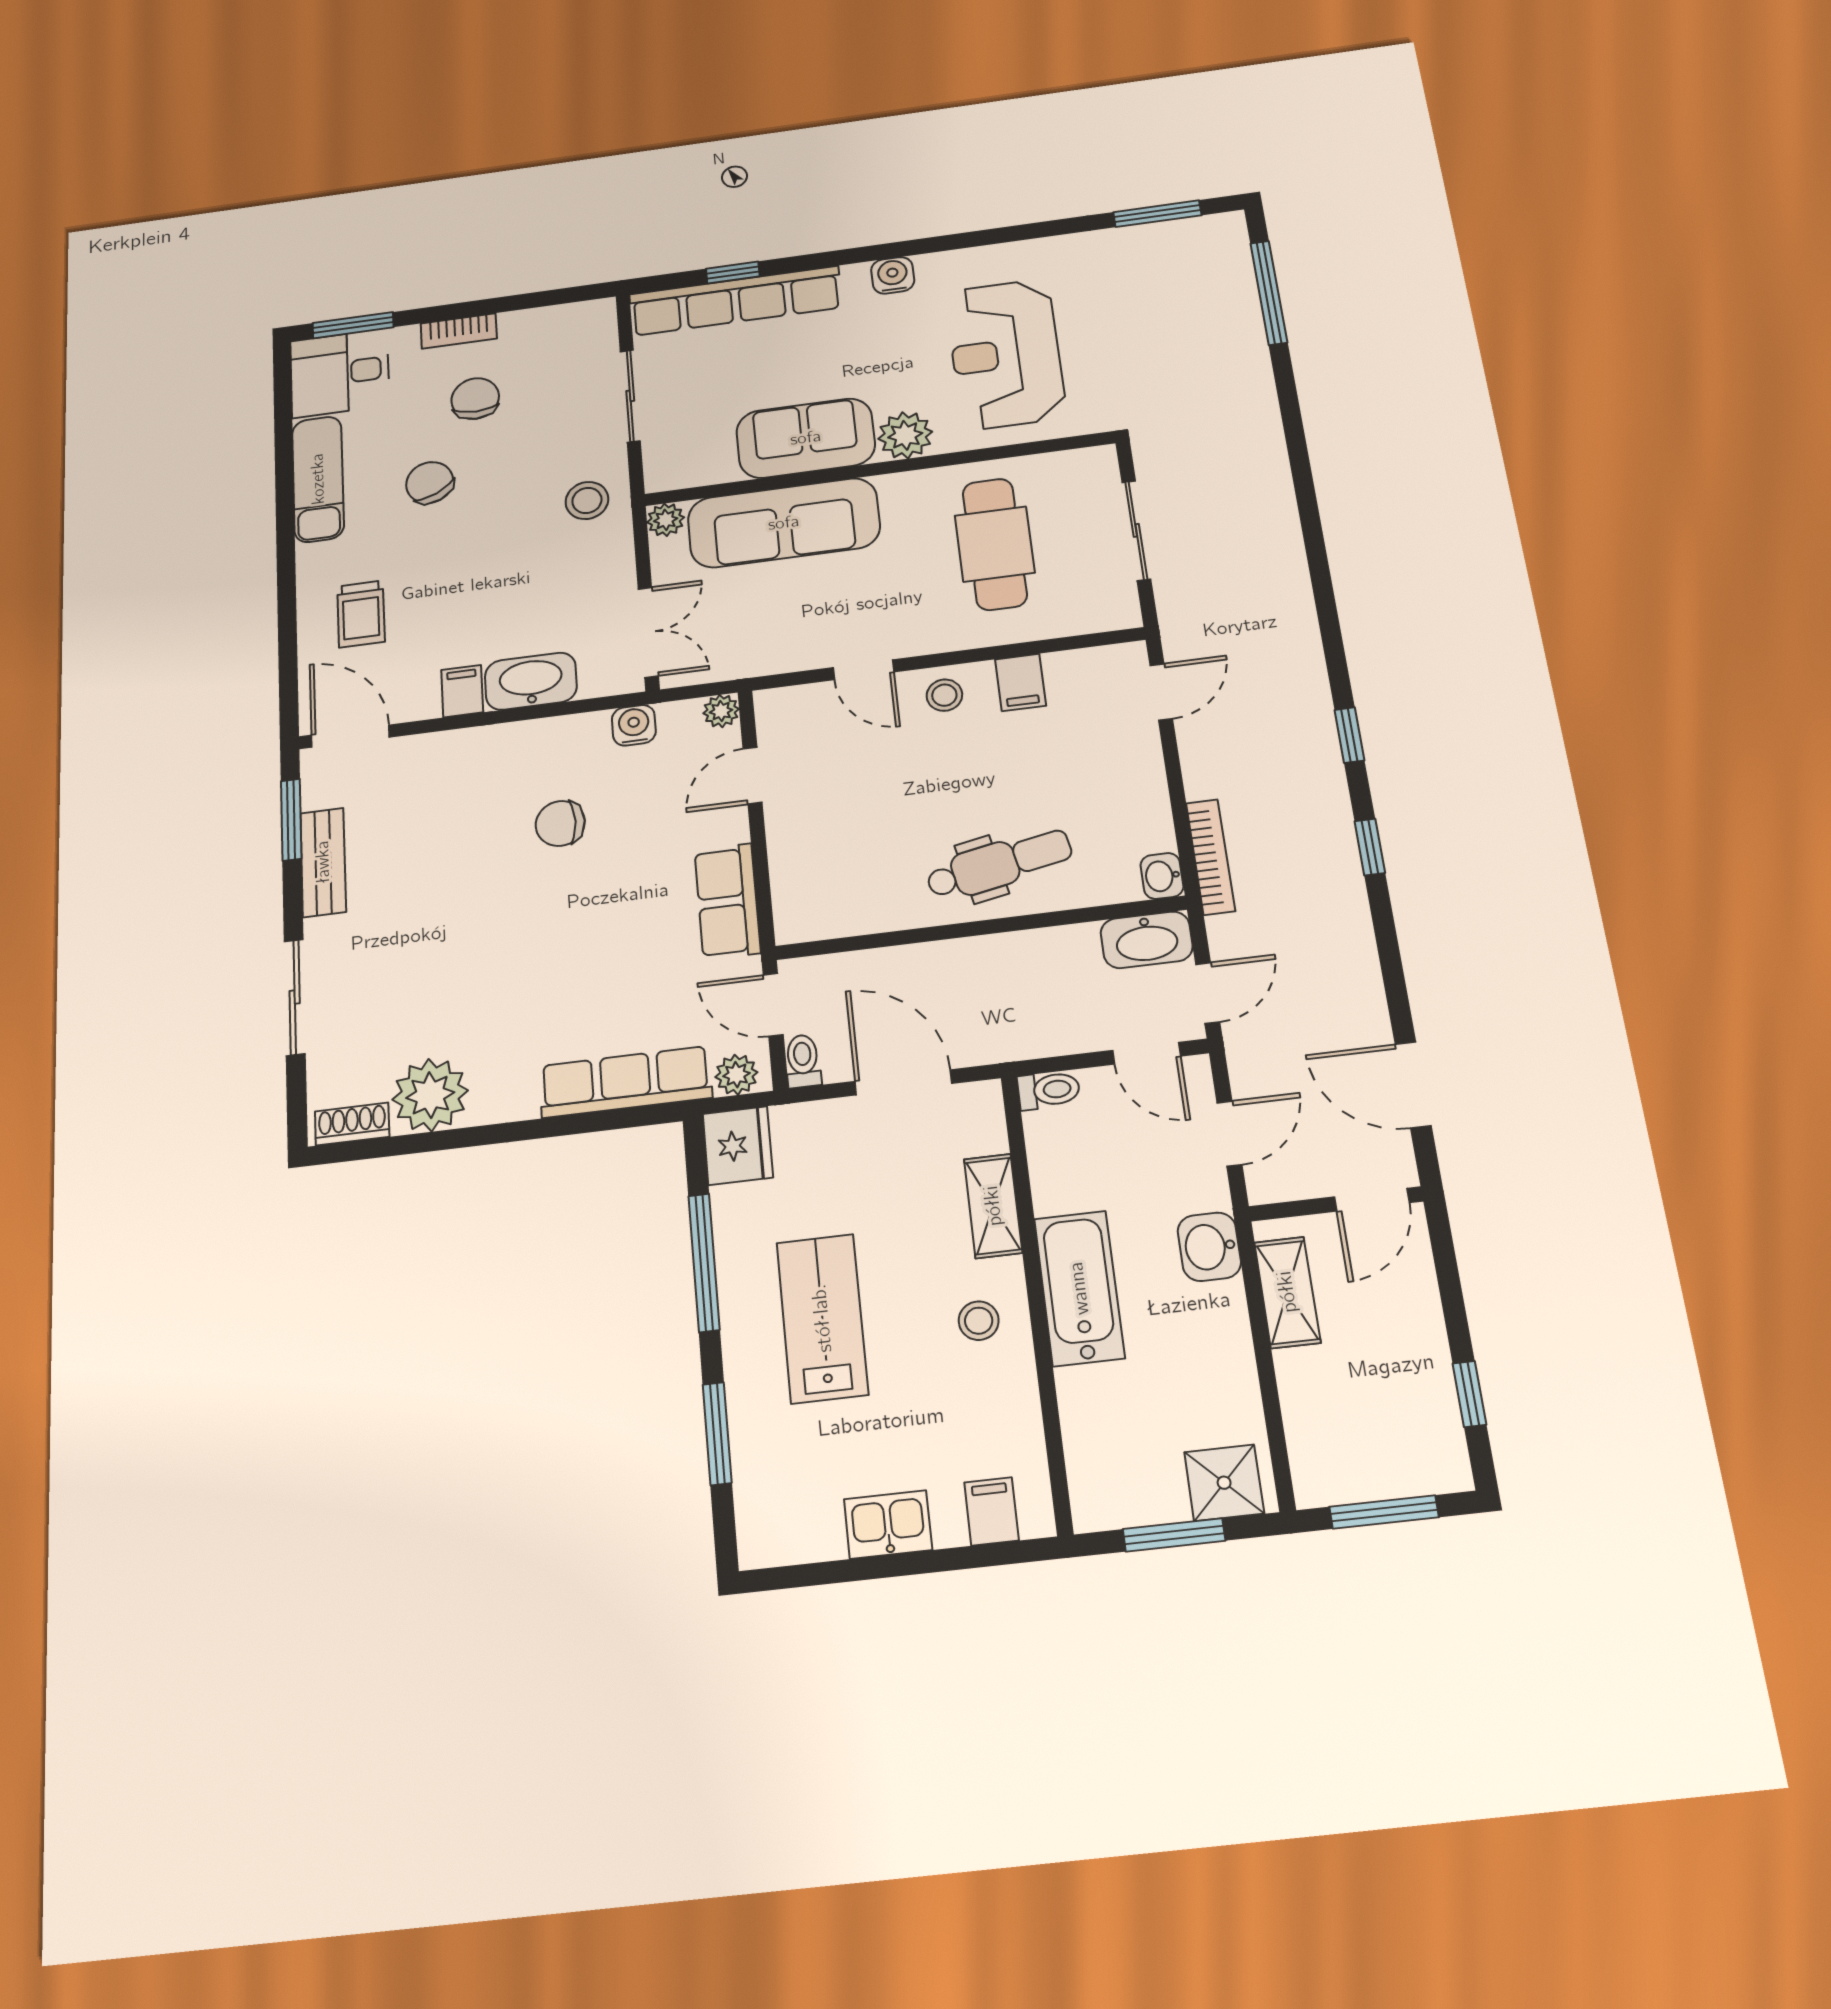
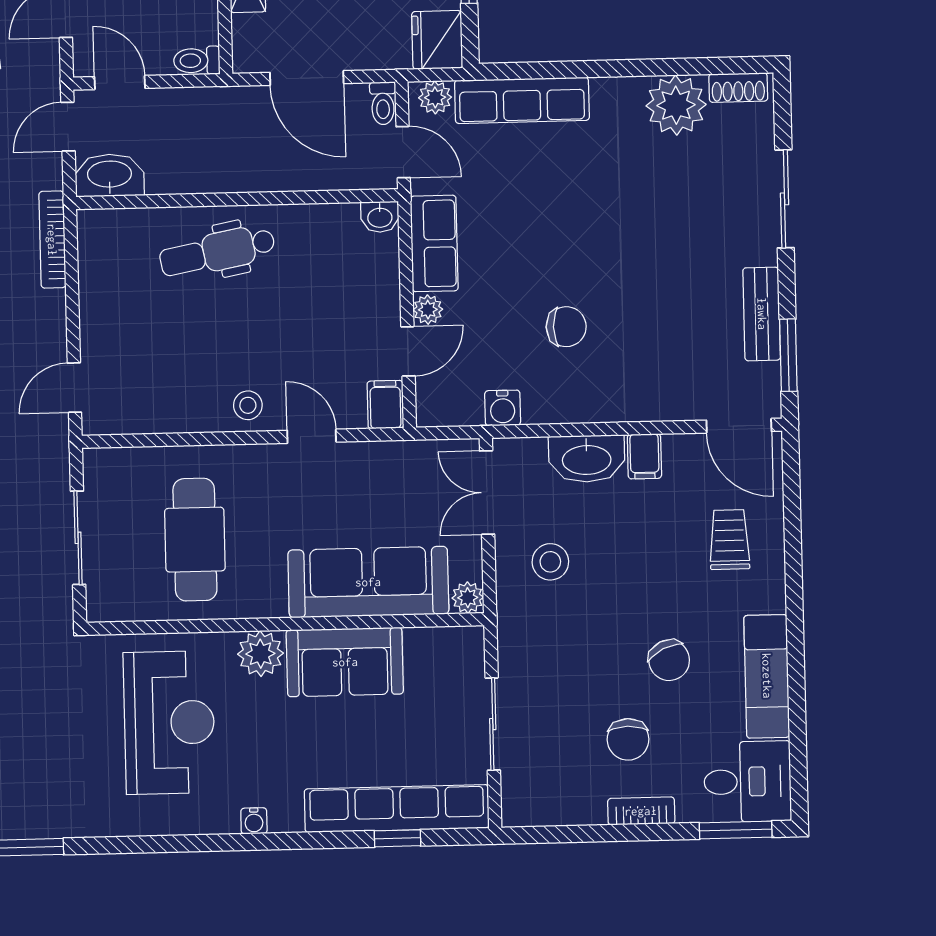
water cooler: (893, 275) -> (254, 821), width x0.72, depth x0.72
stool: (587, 500) -> (550, 562), moved
filing cabinet: (1021, 682) -> (385, 405), moved
plant: (721, 711) -> (428, 310), moved
washbasin: (1162, 876) -> (380, 217), moved, turned 90

